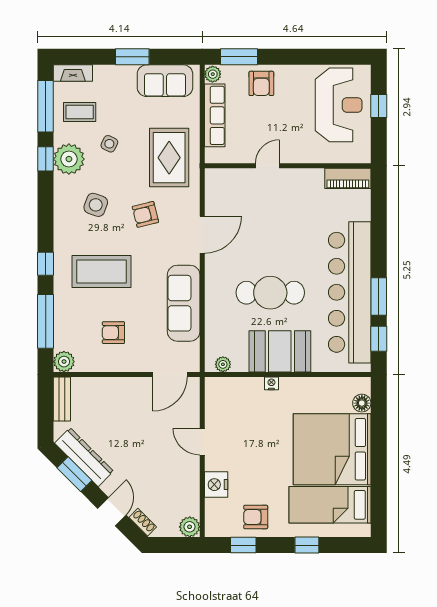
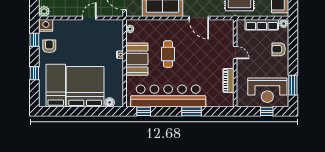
window: (239, 57) -> (293, 85), moved
piano: (348, 178) -> (228, 80), moved
cafe table: (270, 293) -> (168, 54), width x0.73, depth x0.74
window: (379, 296) -> (191, 111), moved
nightstand: (216, 485) -> (46, 25), moved

